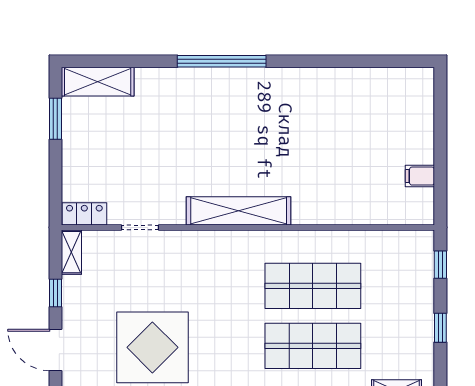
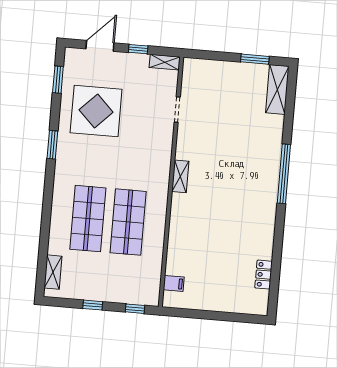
filing cabinet: (420, 176) -> (174, 283), moved, turned 90
shelving: (239, 211) -> (180, 176), width x0.45, depth x0.75
locker: (84, 214) -> (264, 275), moved, turned 180

